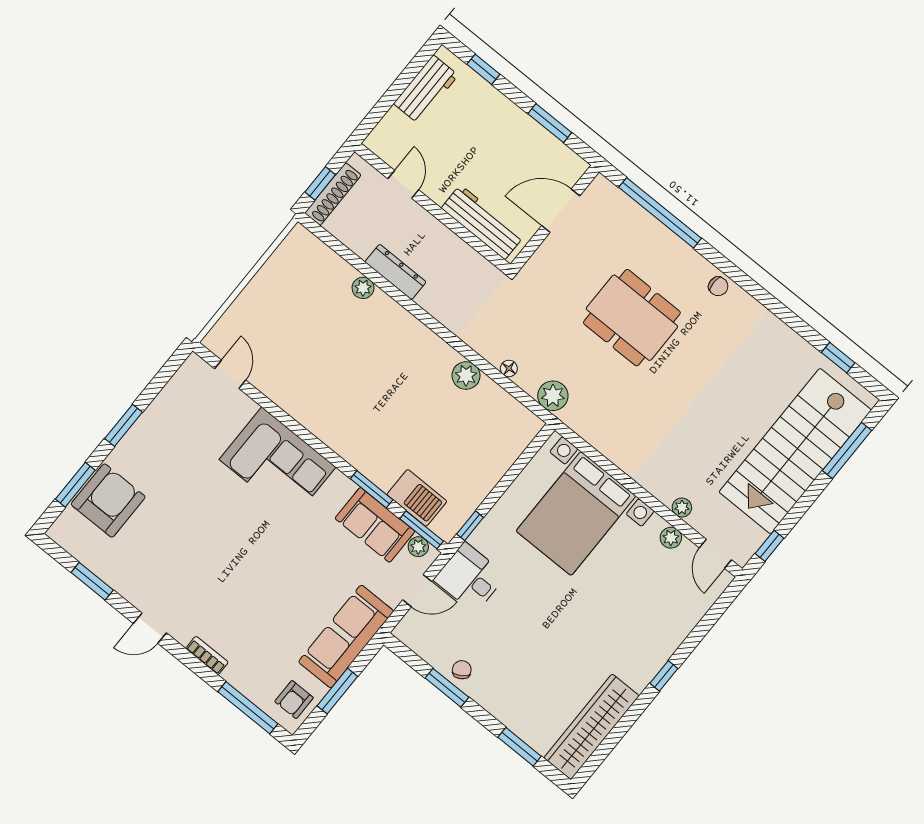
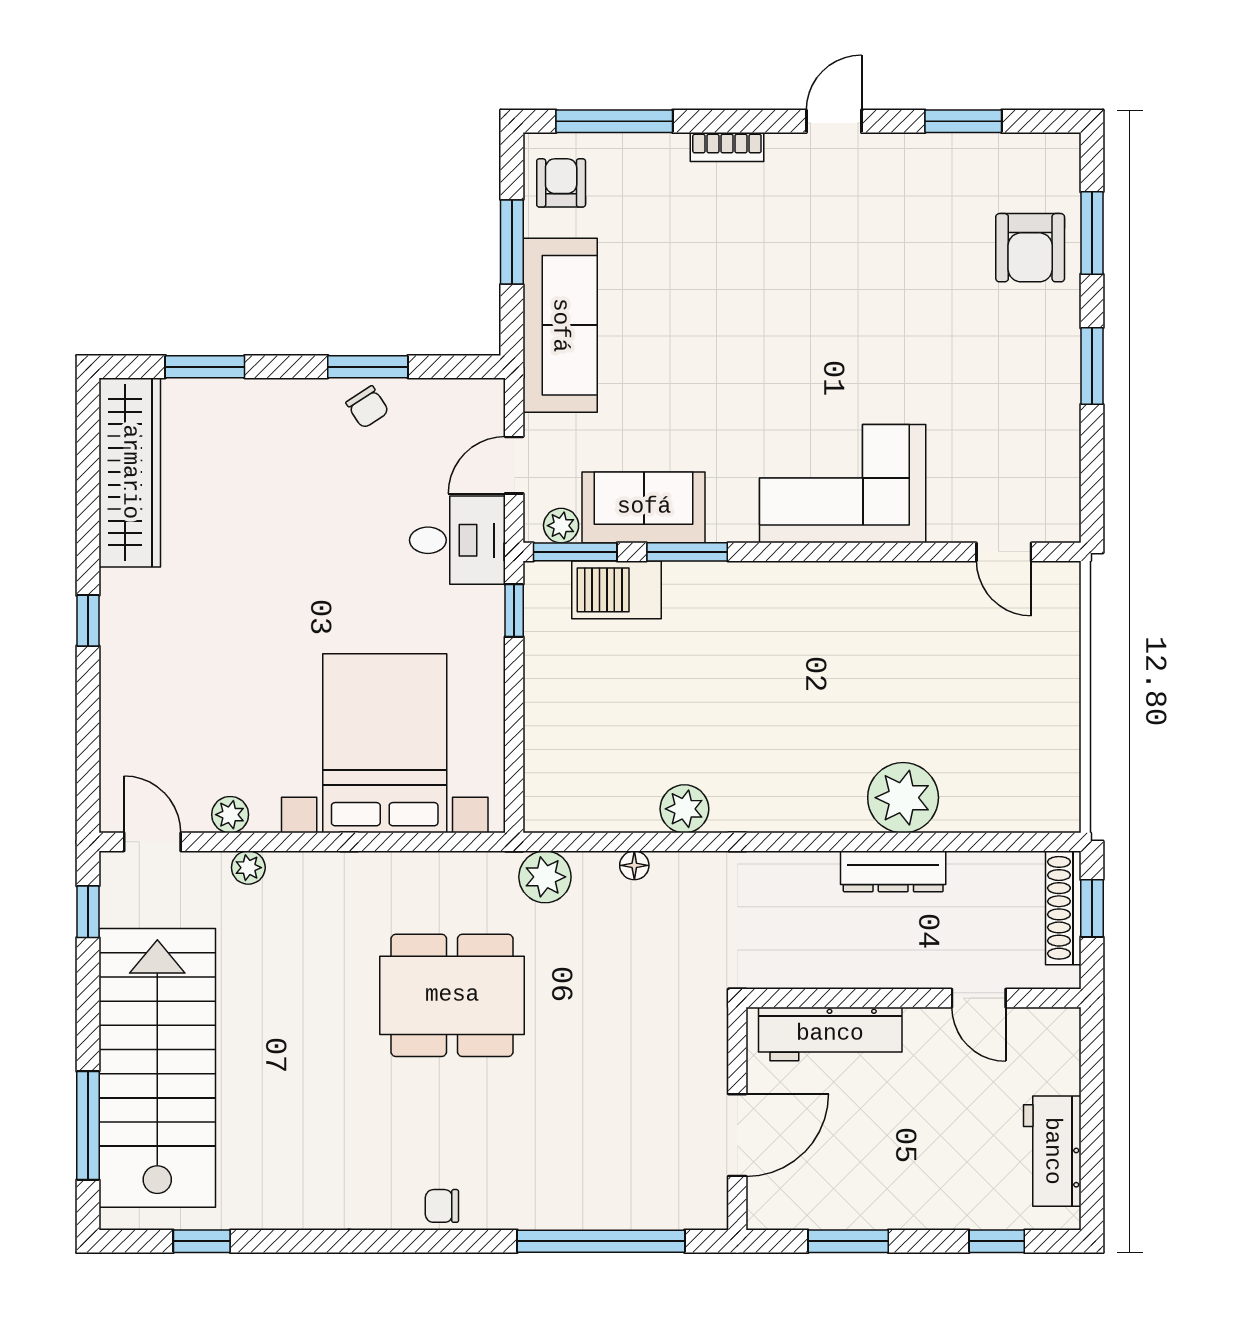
plant: (363, 288) -> (903, 798), width x1.88, depth x1.88
dining table: (632, 318) -> (452, 995), moved
armchair: (108, 501) -> (1030, 248), width x0.73, depth x0.73

